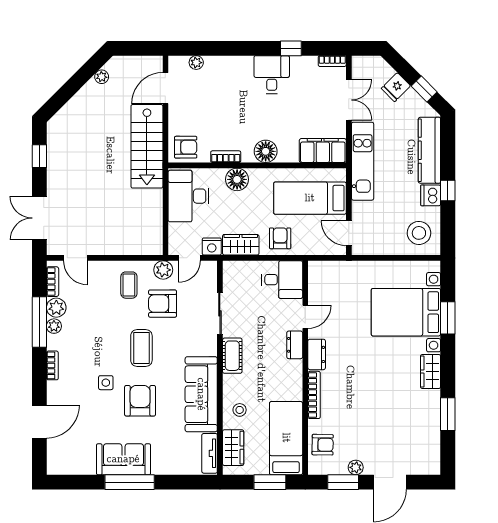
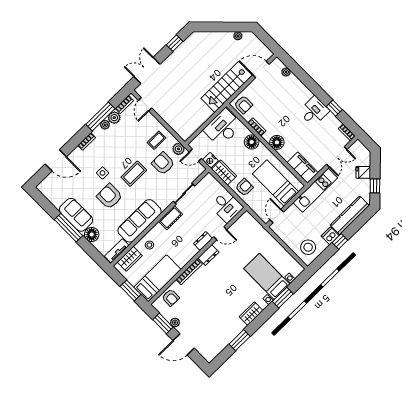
bed with nightstands: (406, 312) -> (267, 276), width x0.73
armchair: (140, 401) -> (110, 196), turned -90
floor lamp: (163, 464) -> (92, 234), added

